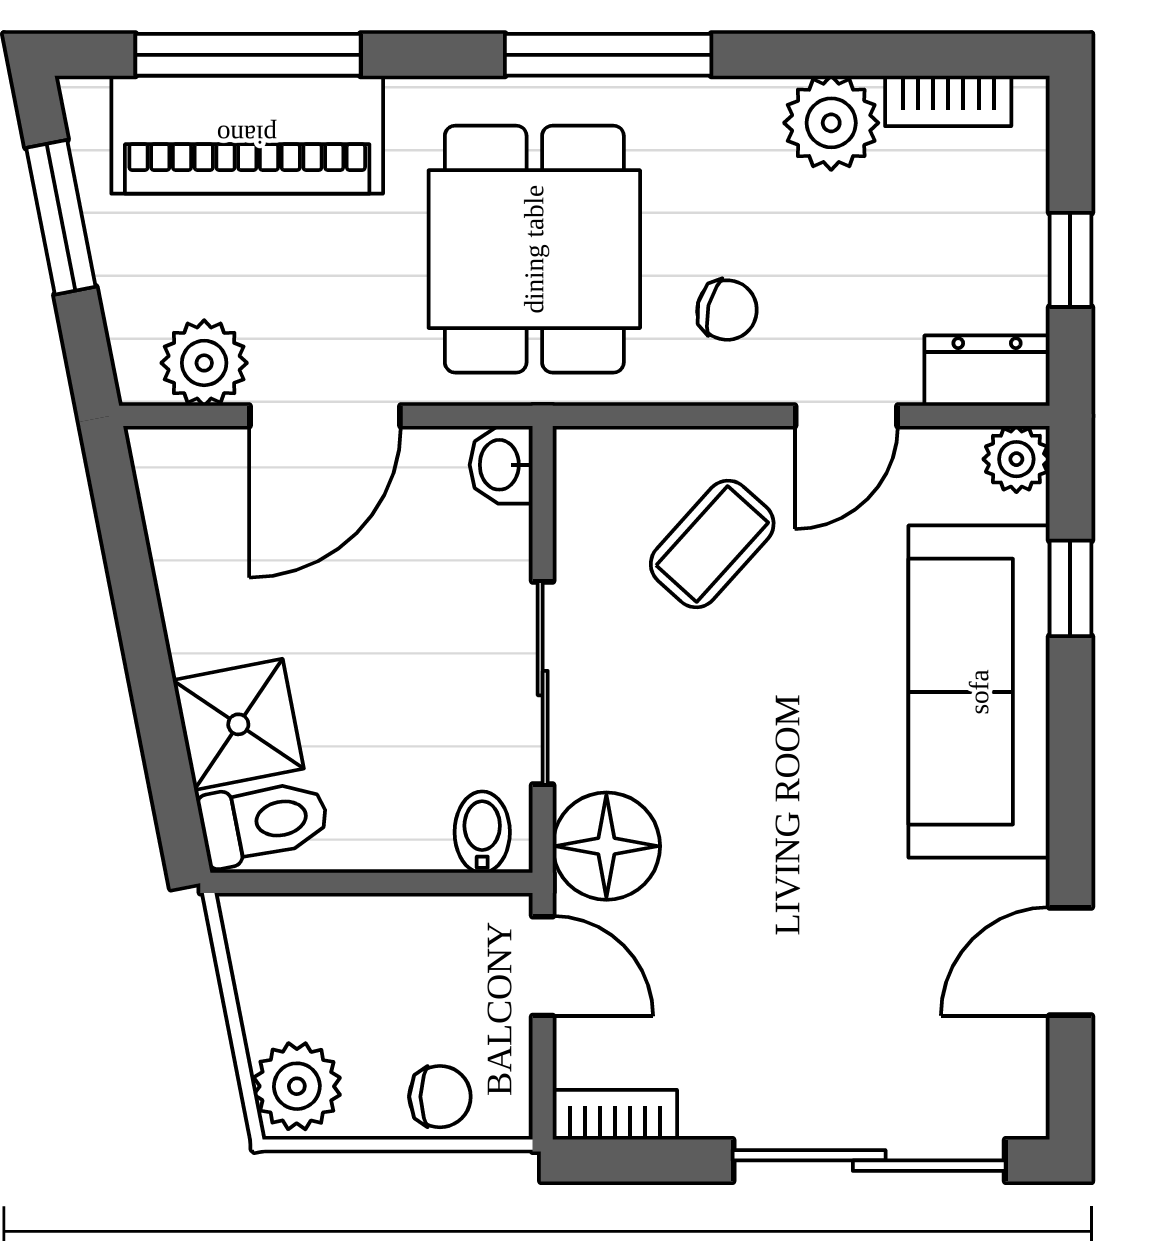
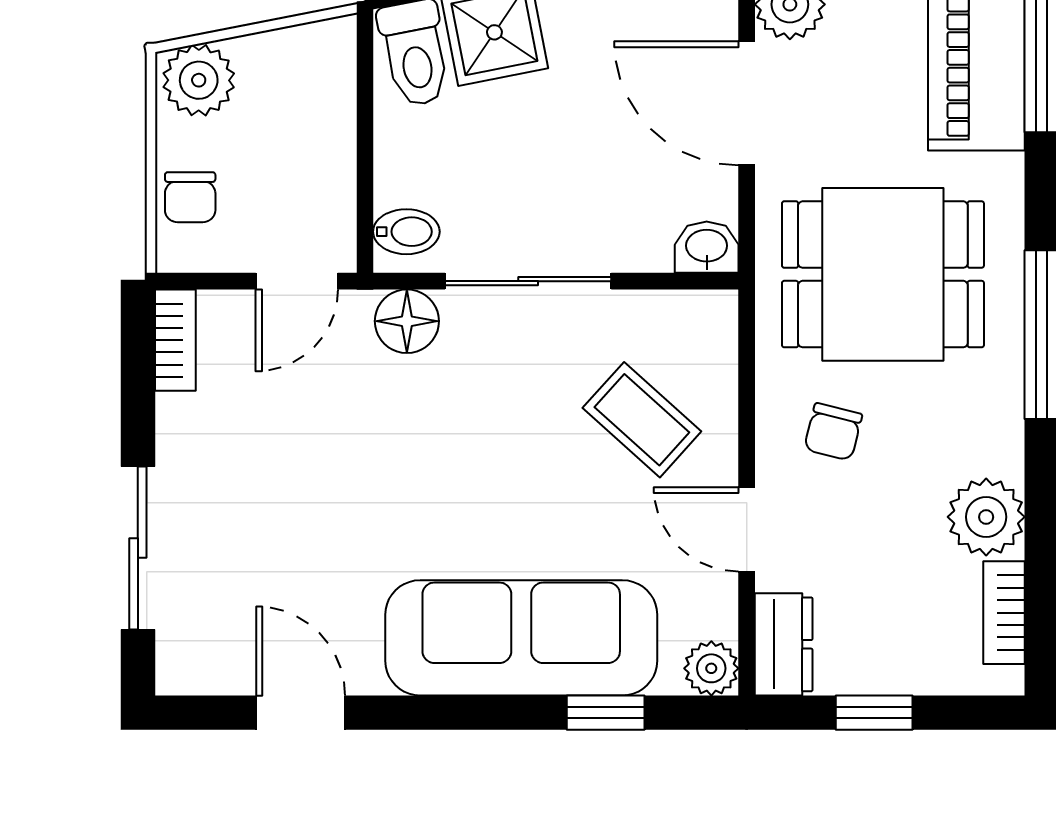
floor lamp: (606, 846) -> (407, 321), width x0.73, depth x0.73
sliding door: (869, 1160) -> (138, 548), width x0.73

